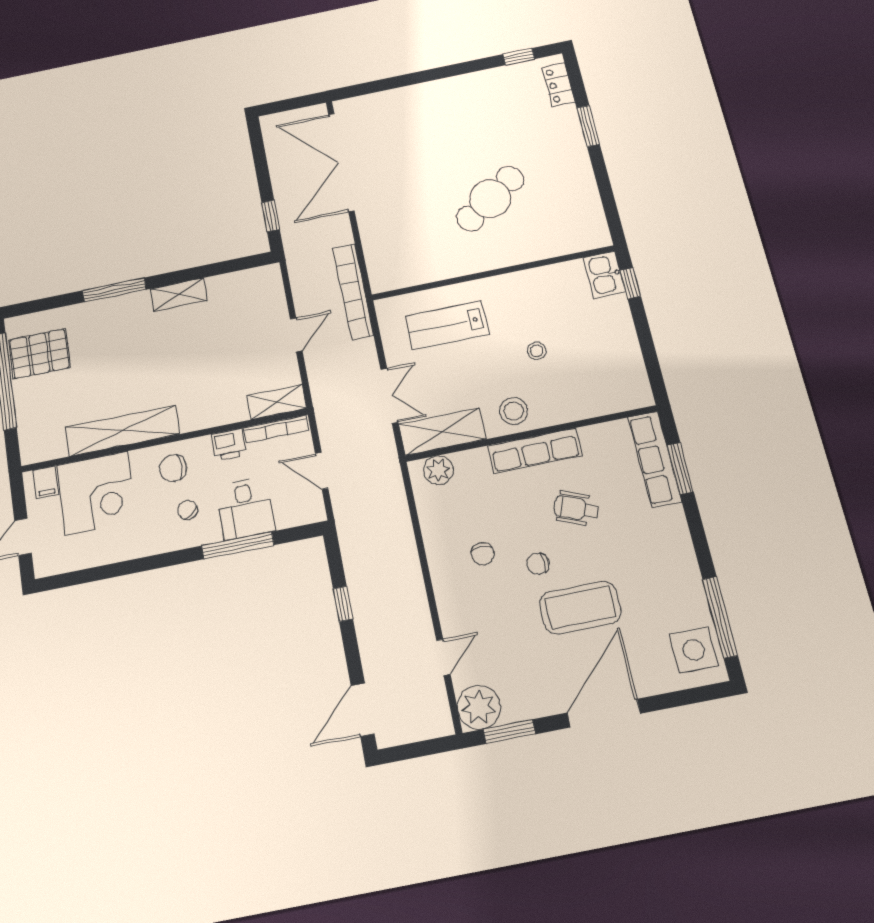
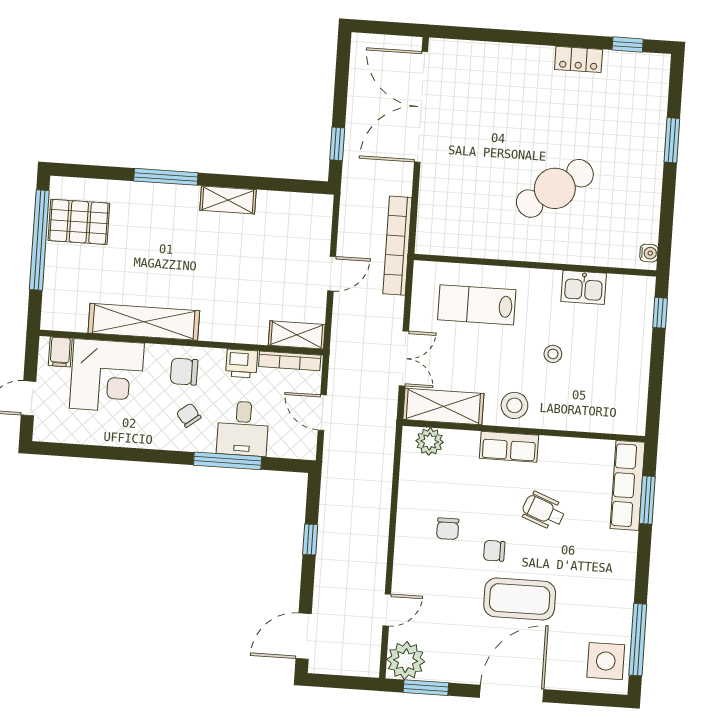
locker: (559, 85) -> (579, 59), moved, turned -90
water cooler: (600, 232) -> (649, 253), added
kitchen sink: (604, 275) -> (584, 287), moved, turned -90
row of seats: (535, 450) -> (509, 447), width x0.68

